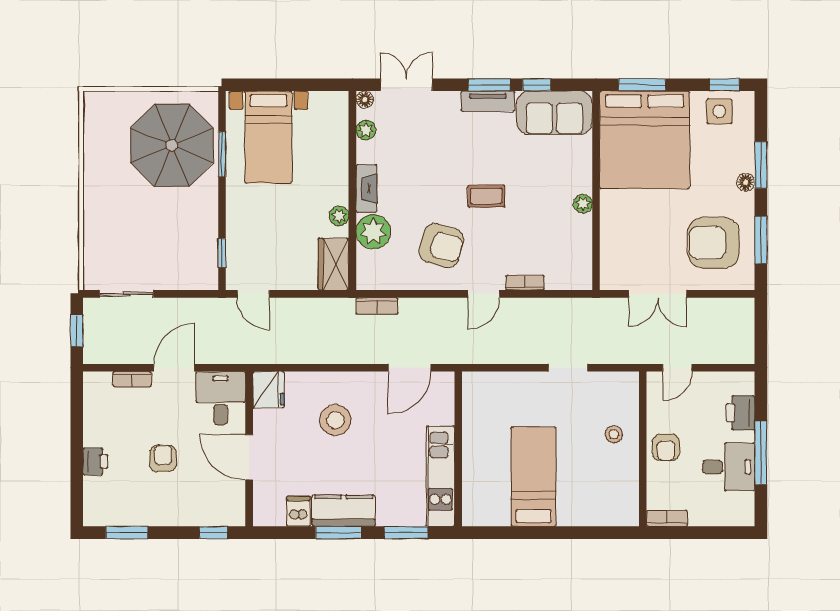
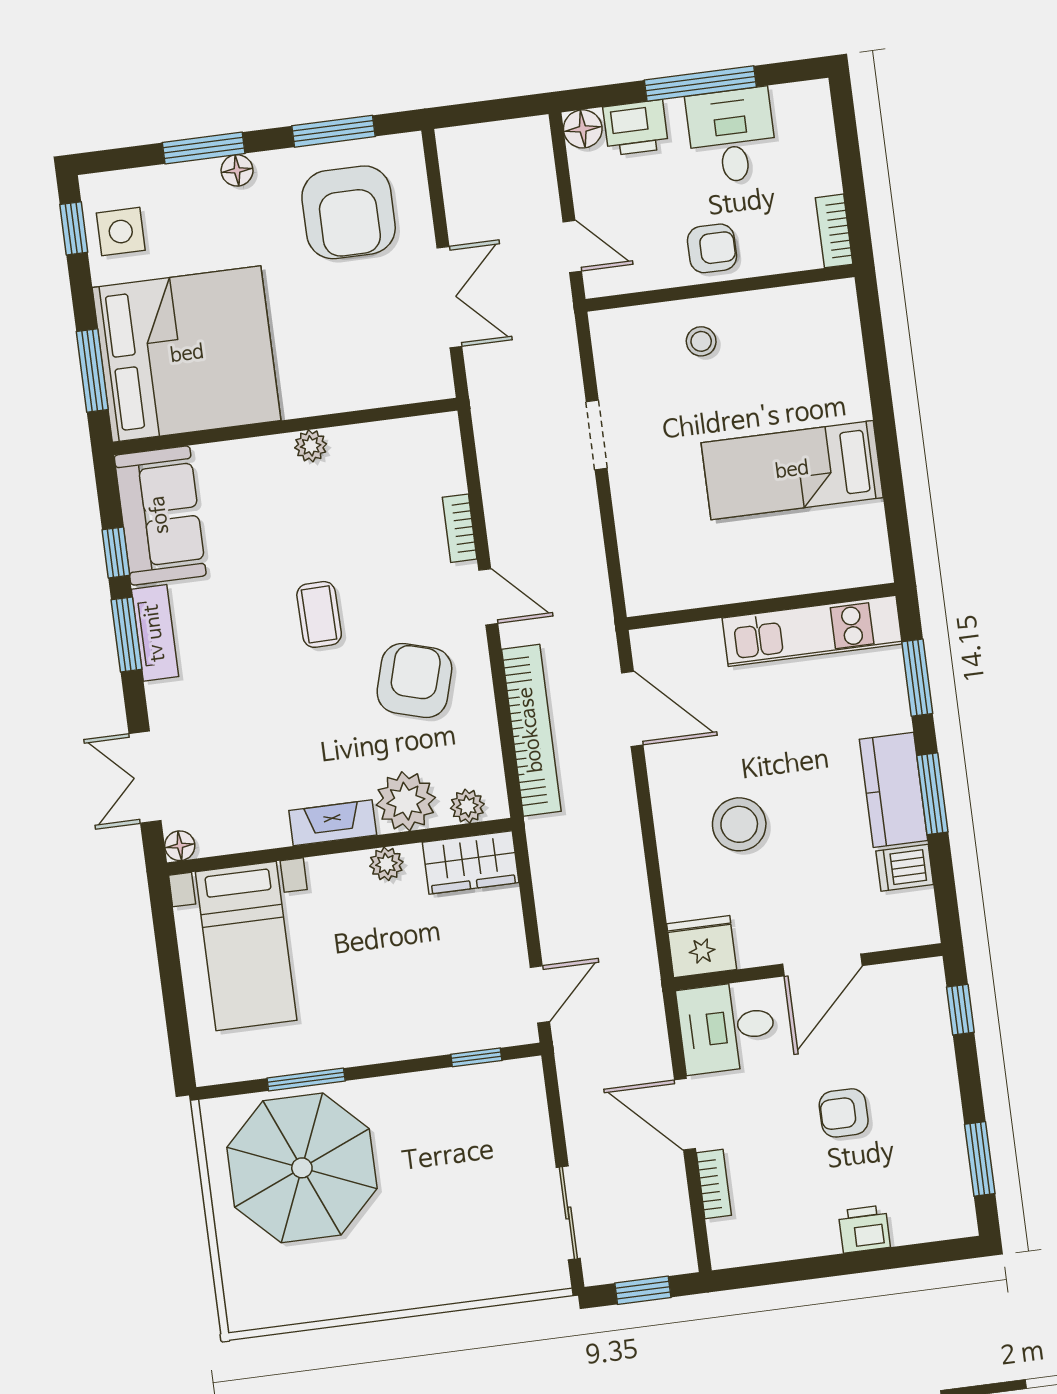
plant: (366, 130) -> (467, 806), moved
bed with nightstands: (268, 137) -> (246, 946), moved, turned 90
bookcase: (377, 306) -> (531, 730), width x2.31, depth x1.31
floor lamp: (744, 382) -> (583, 129), added

